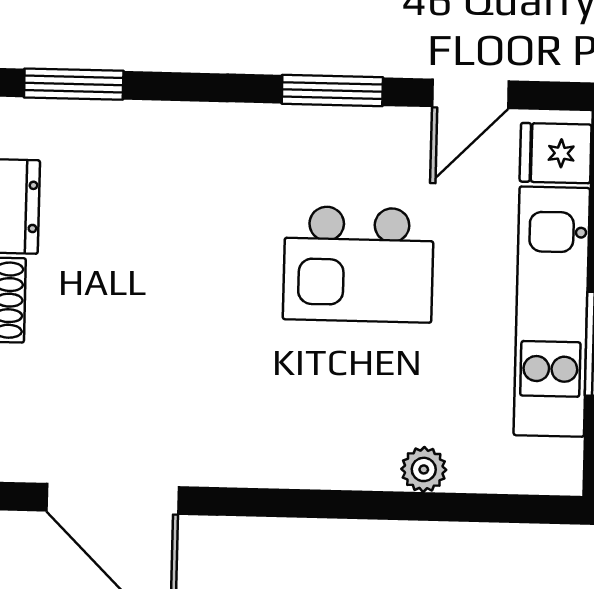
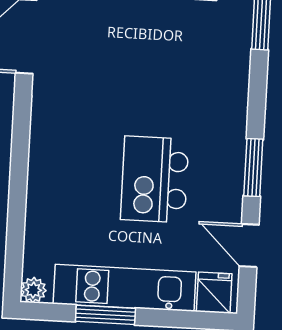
plant: (424, 469) -> (33, 290), moved

